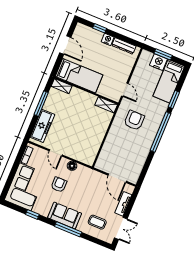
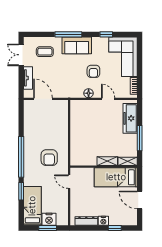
shelving: (106, 105) -> (107, 161), moved

